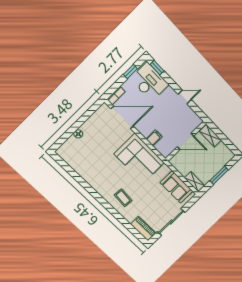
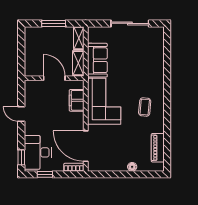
shelving: (210, 136) -> (78, 63), moved
filing cabinet: (154, 138) -> (77, 100), width x2.00
sofa: (176, 187) -> (97, 60), moved
coffee table: (123, 198) -> (145, 107), moved
piano: (143, 229) -> (158, 148), moved

